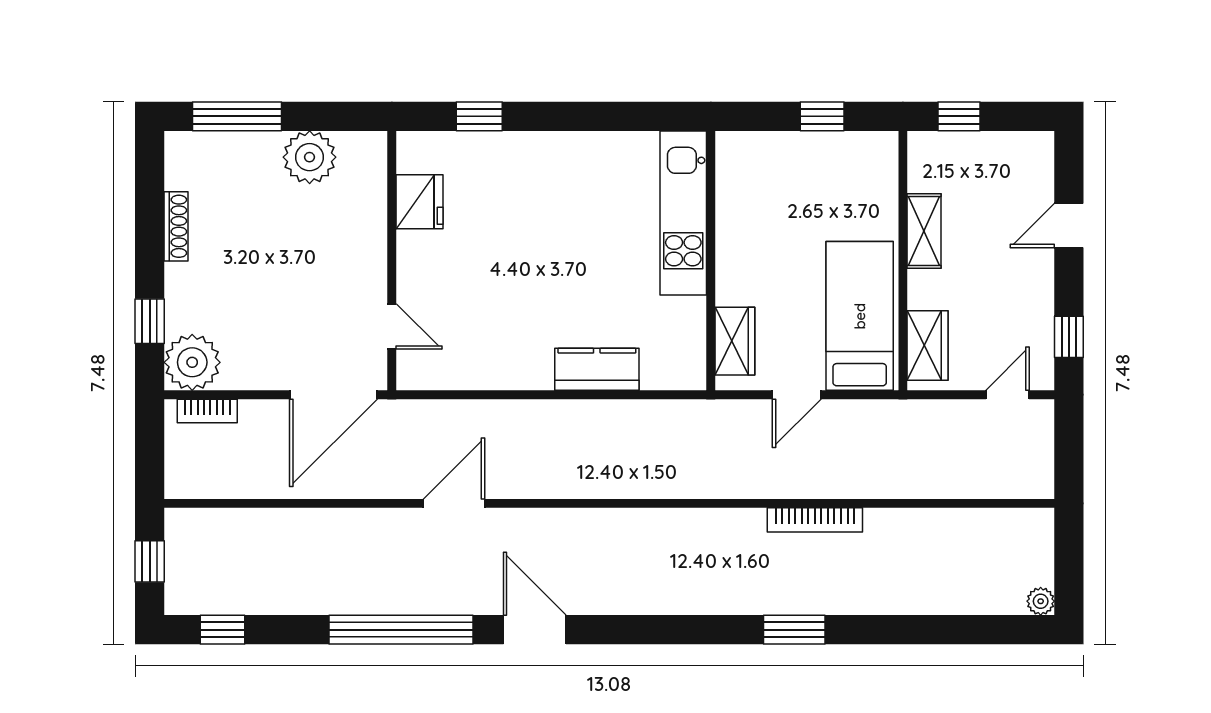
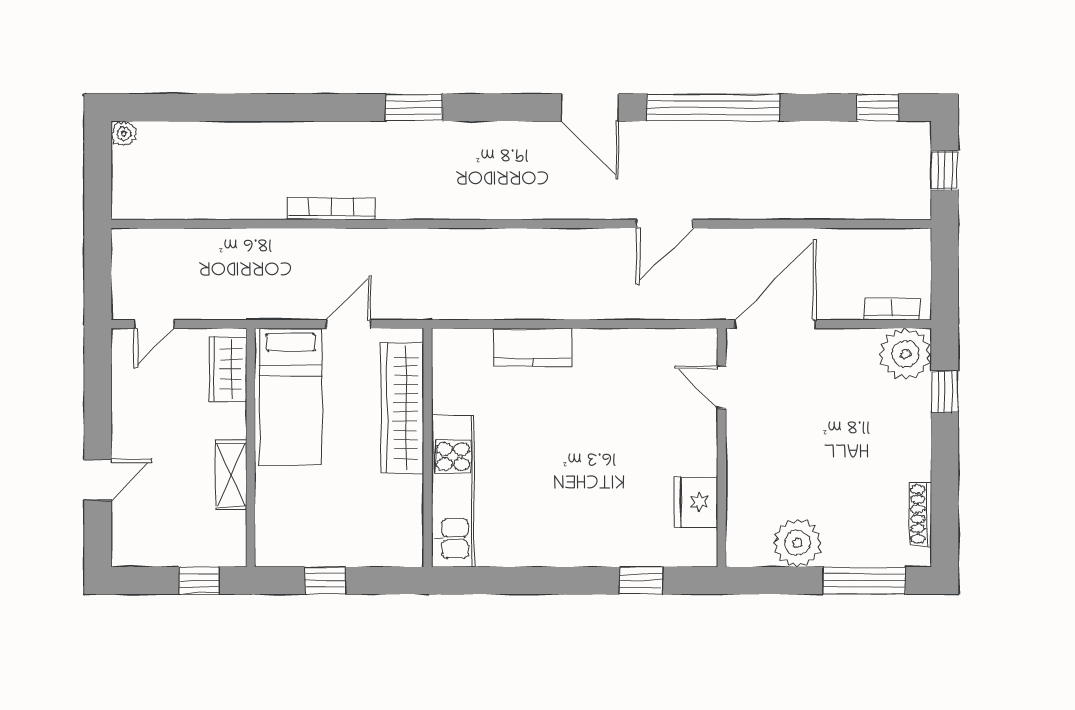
shoe rack: (176, 226) -> (920, 514), moved
window: (1069, 337) -> (98, 377), removed
wardrobe: (735, 341) -> (402, 408), width x2.10, depth x1.17
window: (794, 630) -> (414, 108), moved

